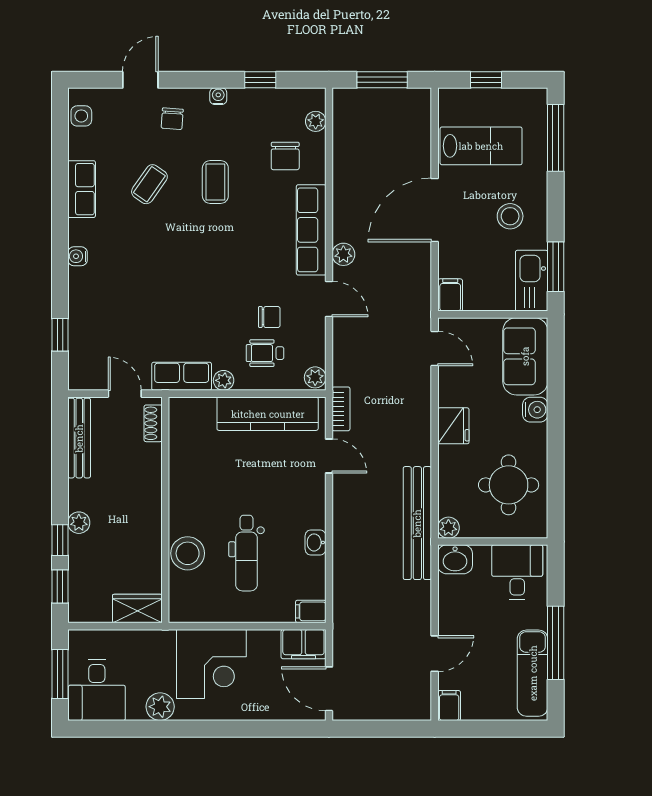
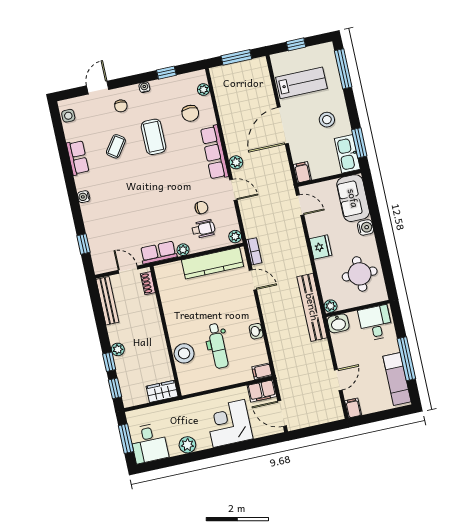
coffee table: (215, 182) -> (153, 137), width x1.36, depth x1.30
wheelchair: (265, 353) -> (203, 229), turned 180
corner desk: (211, 664) -> (229, 423), moved, turned 180

